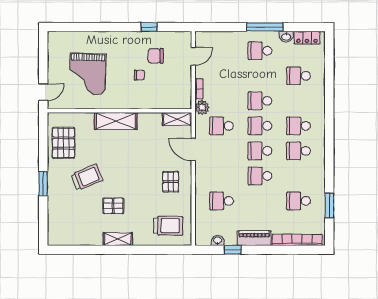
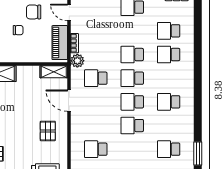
door: (193, 56) -> (69, 12), swing flipped
piano: (183, 88) -> (60, 43), added
school desk: (299, 126) -> (169, 55), moved

